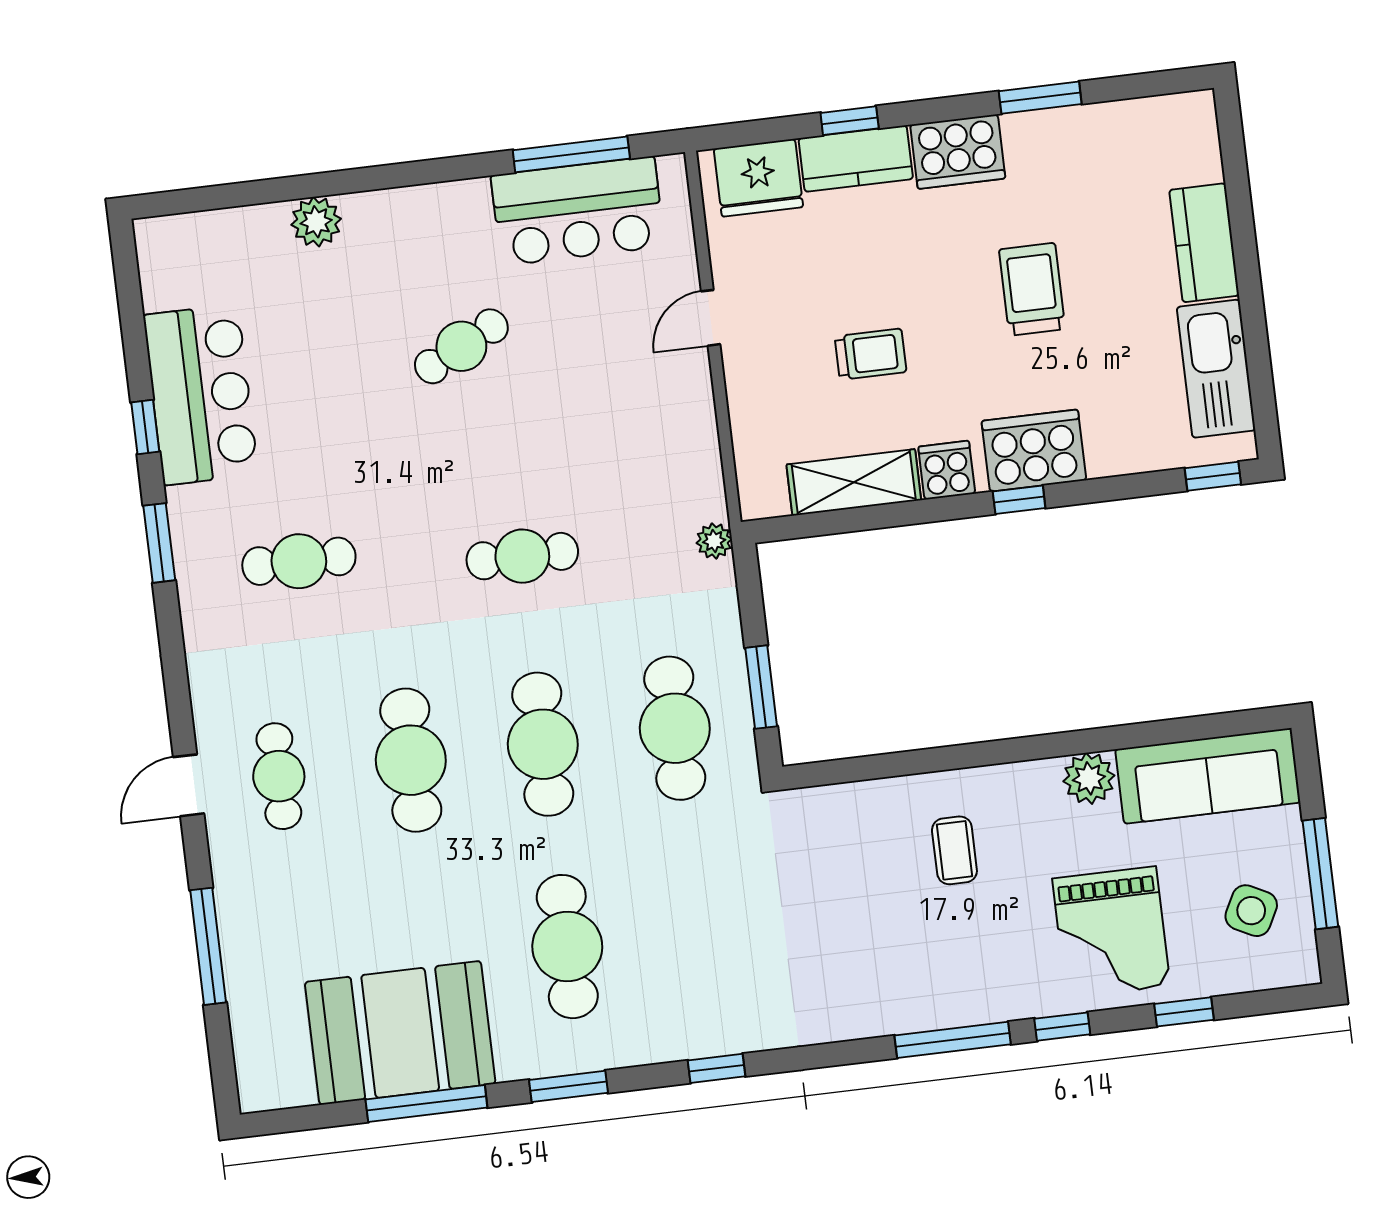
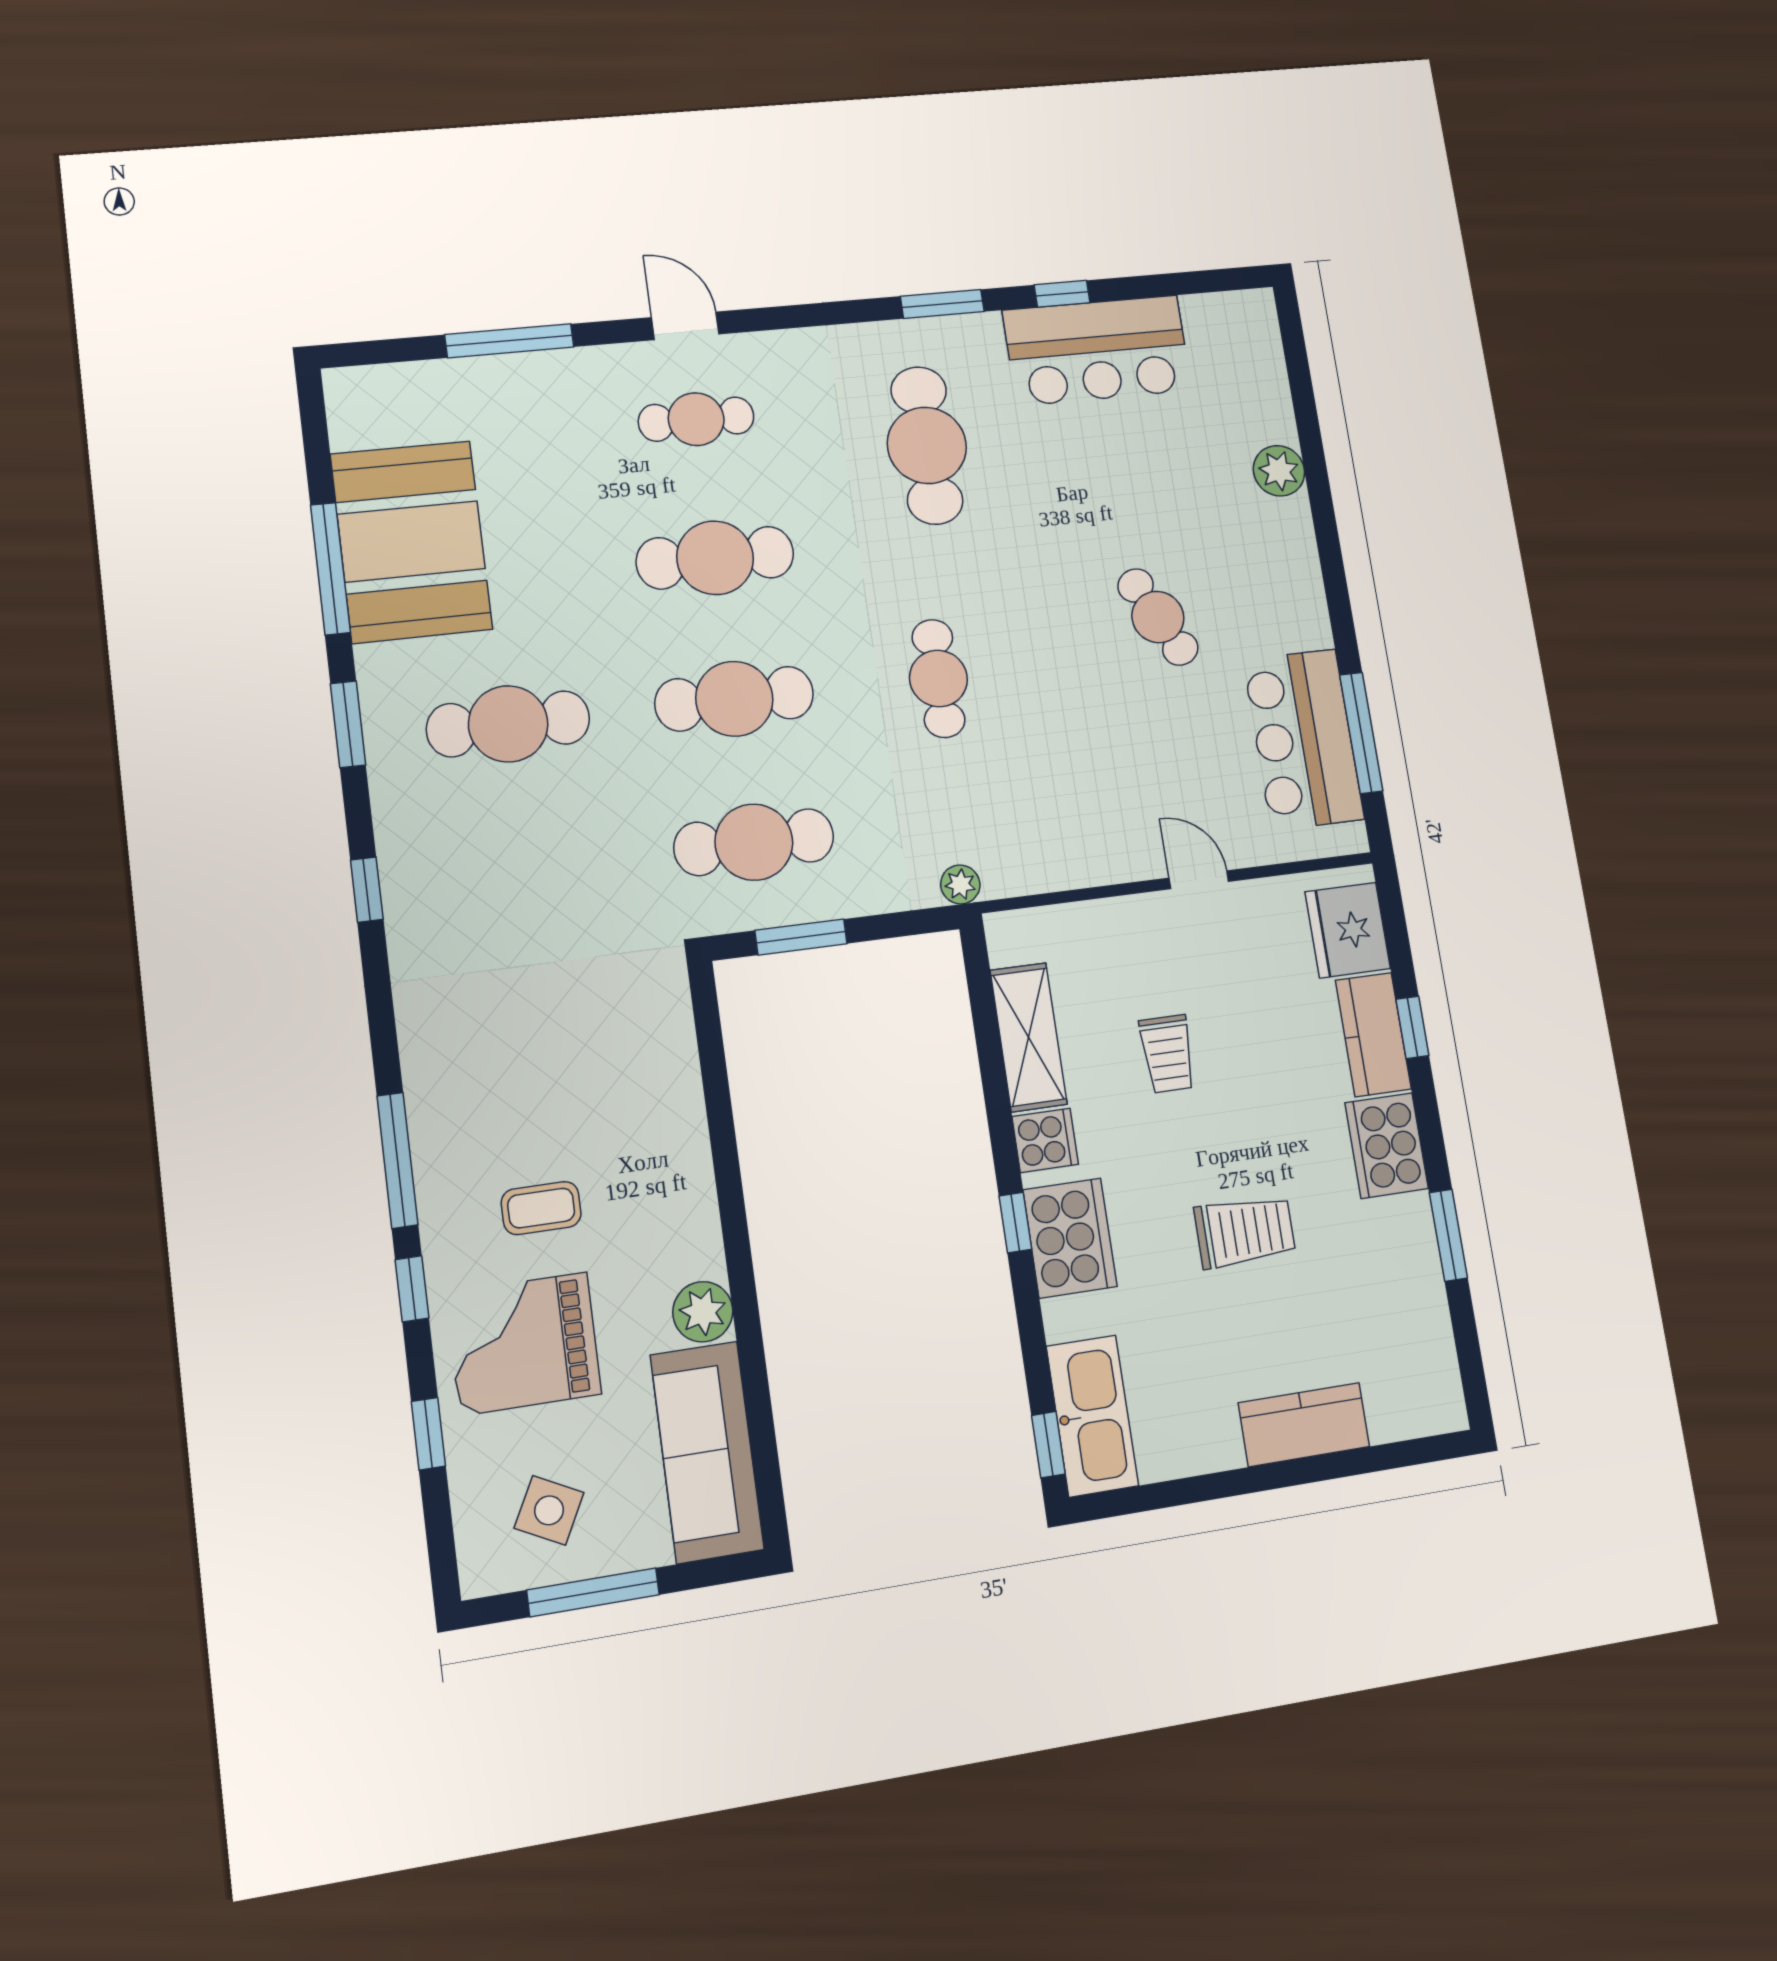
kitchen sink: (1216, 369) -> (1092, 1416), moved, turned 90
cafe table: (299, 561) -> (927, 445), width x1.37, depth x1.35
coffee table: (954, 850) -> (541, 1208), moved

